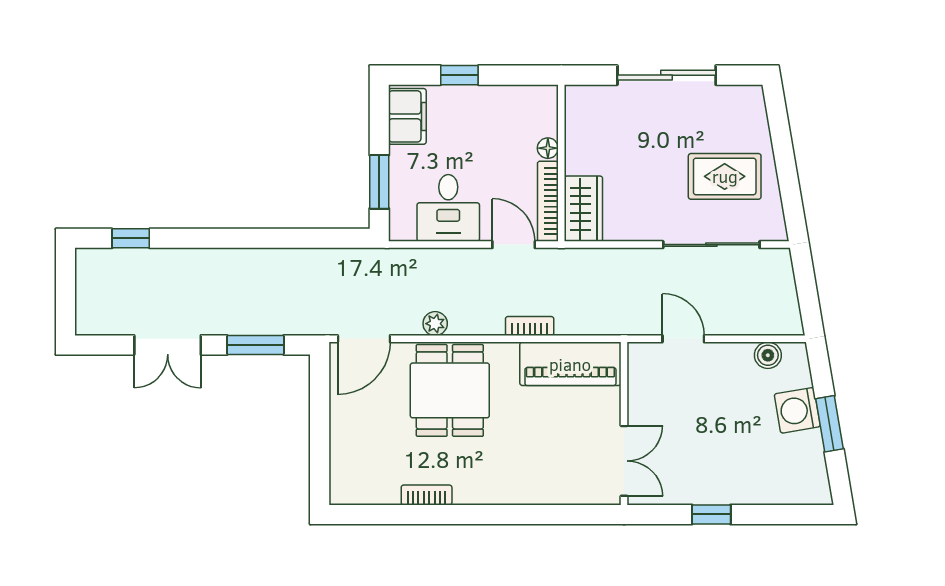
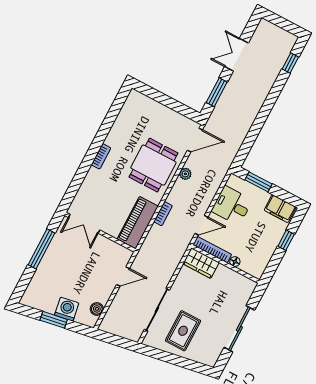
door: (364, 339) -> (195, 140), swing flipped
dining table: (450, 390) -> (153, 165), turned 90
bookcase: (427, 495) -> (101, 156), moved
window: (711, 514) -> (42, 249), width x2.17

